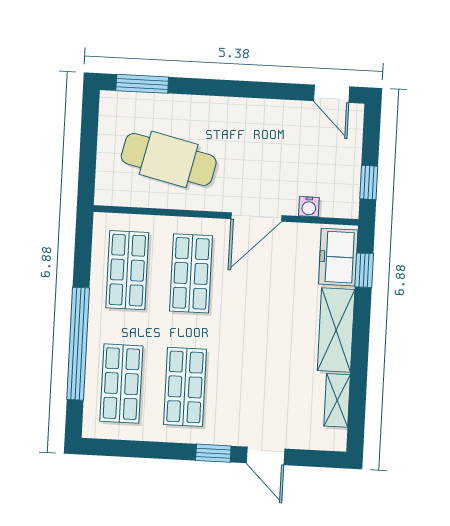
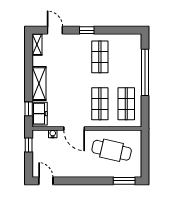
door: (256, 217) -> (74, 128), swing flipped
shop shelf: (121, 384) -> (126, 57), removed
shelving: (337, 400) -> (37, 44), moved
door: (265, 456) -> (55, 30), moved

